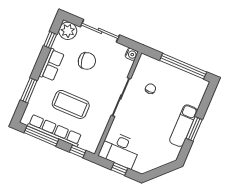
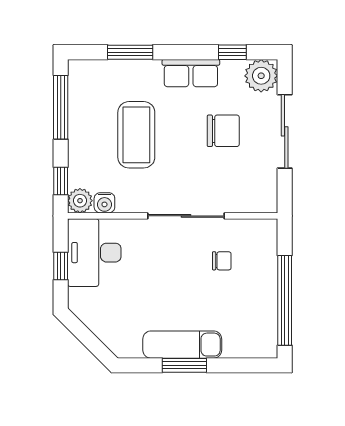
water cooler: (131, 54) -> (104, 203), moved
chair: (87, 61) -> (223, 131), turned -80
row of seats: (55, 131) -> (80, 126), removed
plant: (91, 146) -> (80, 201), added

